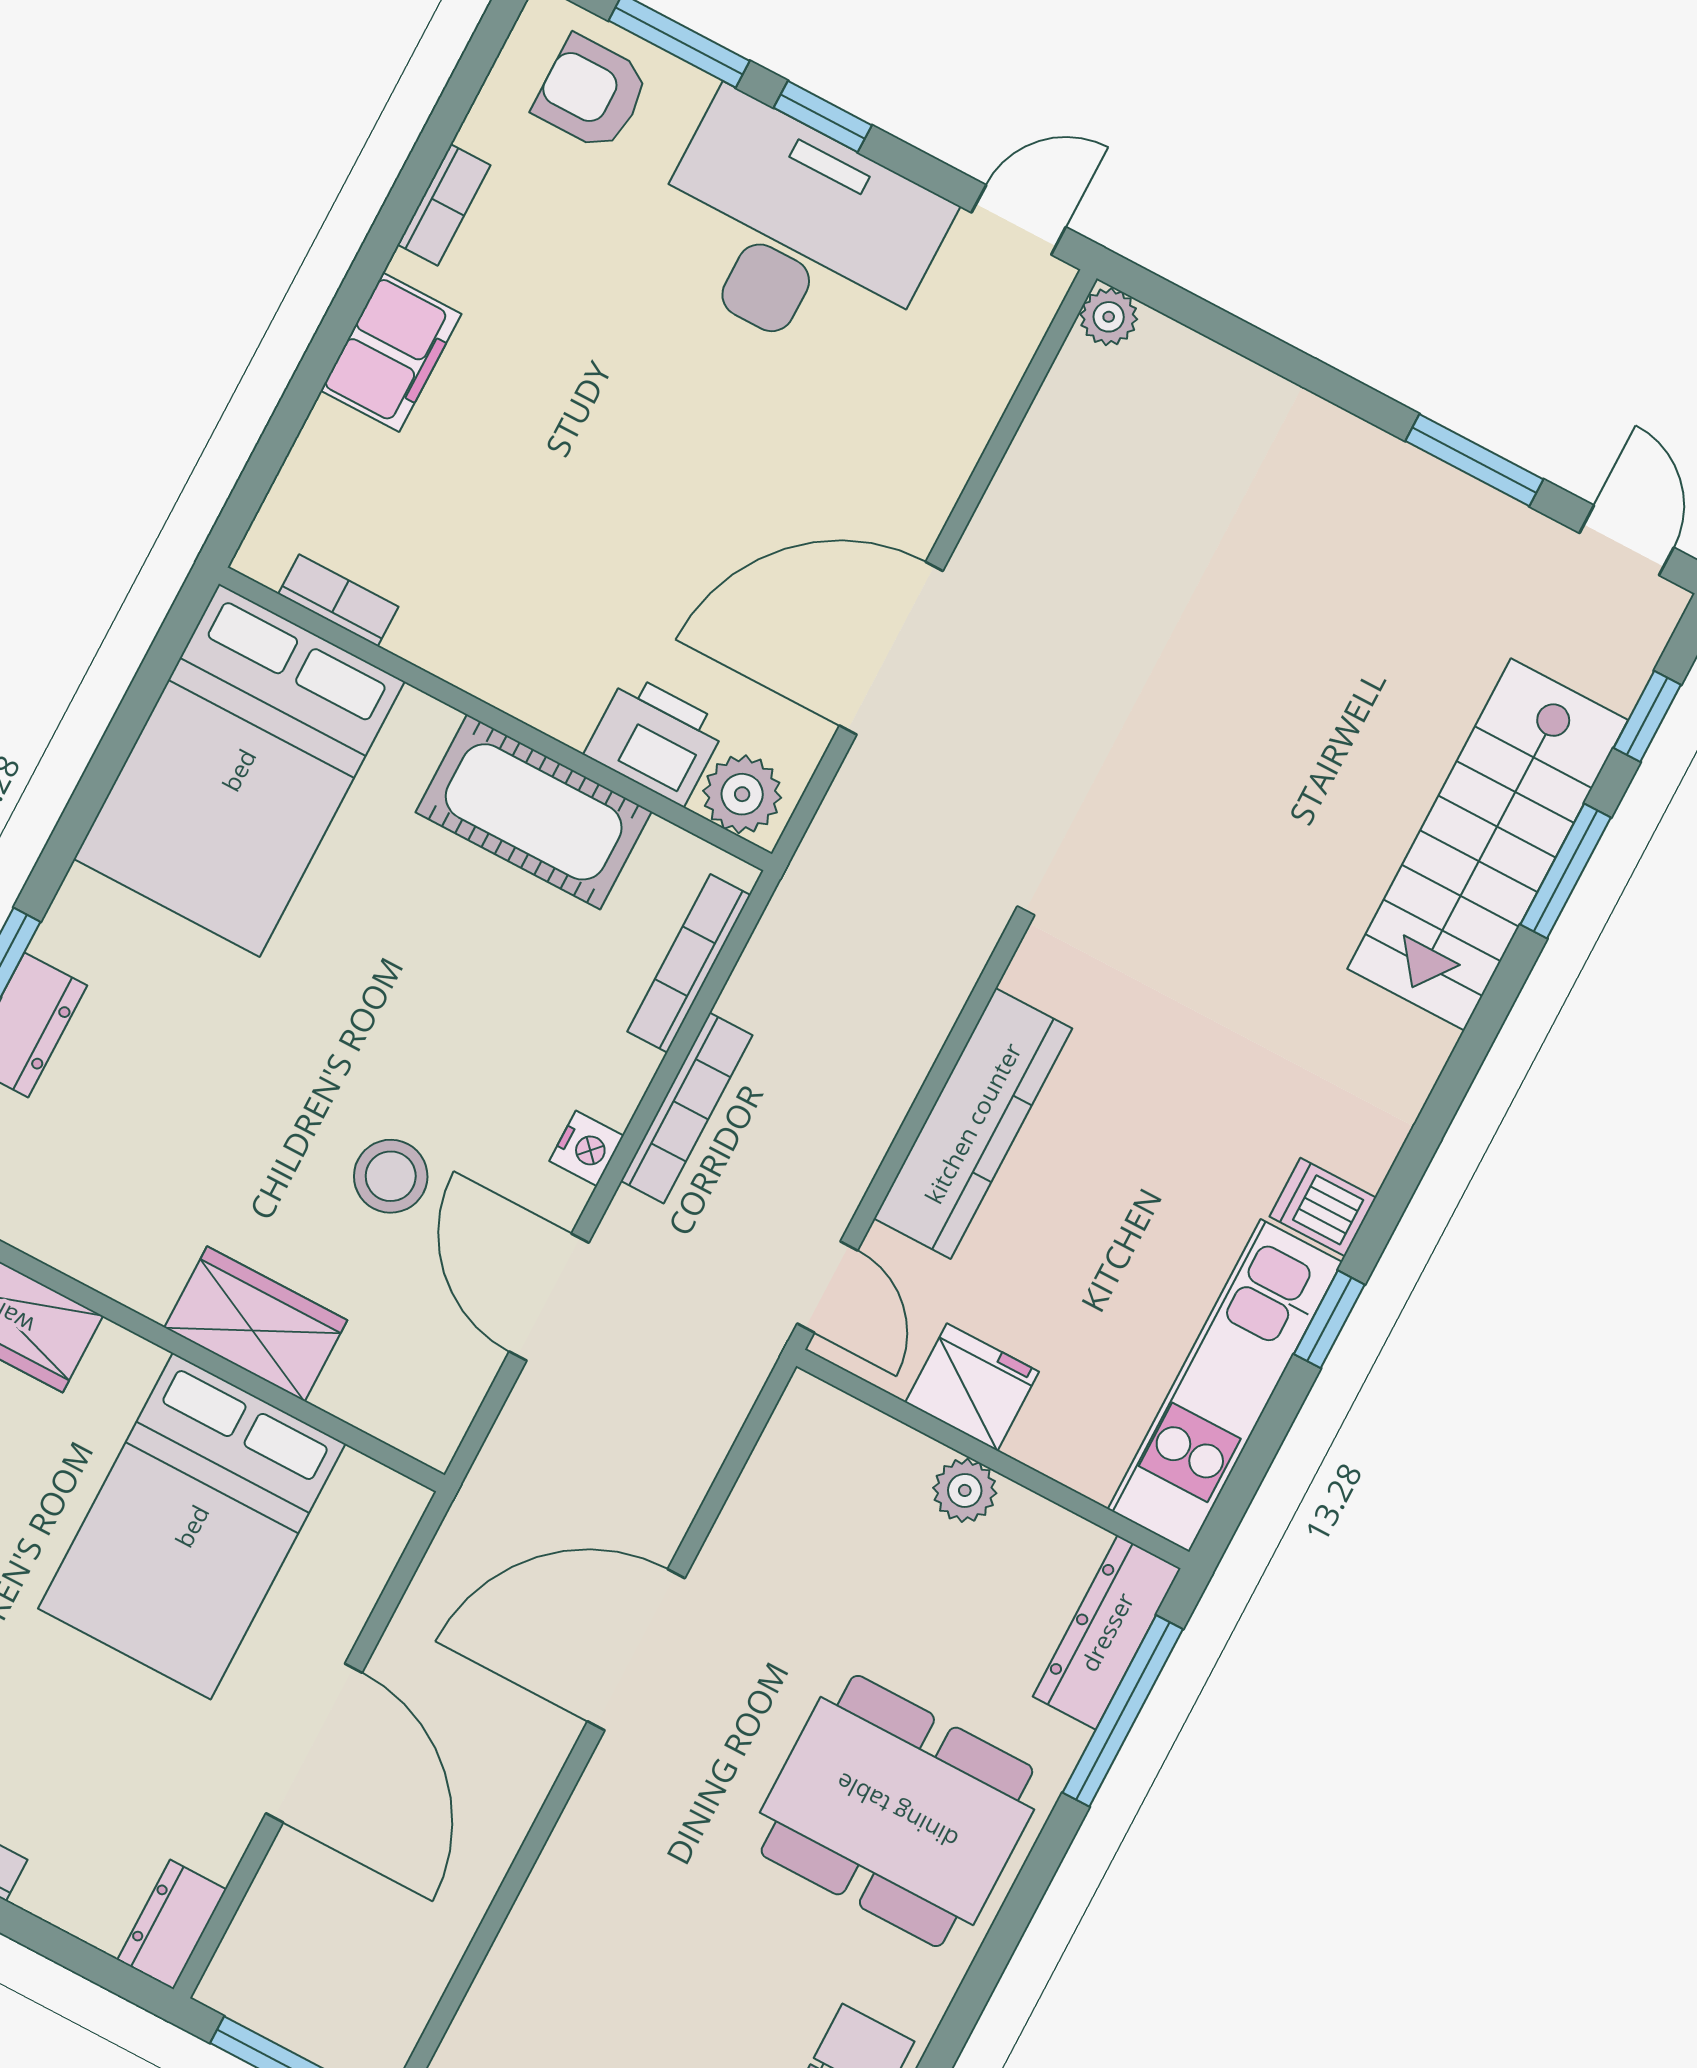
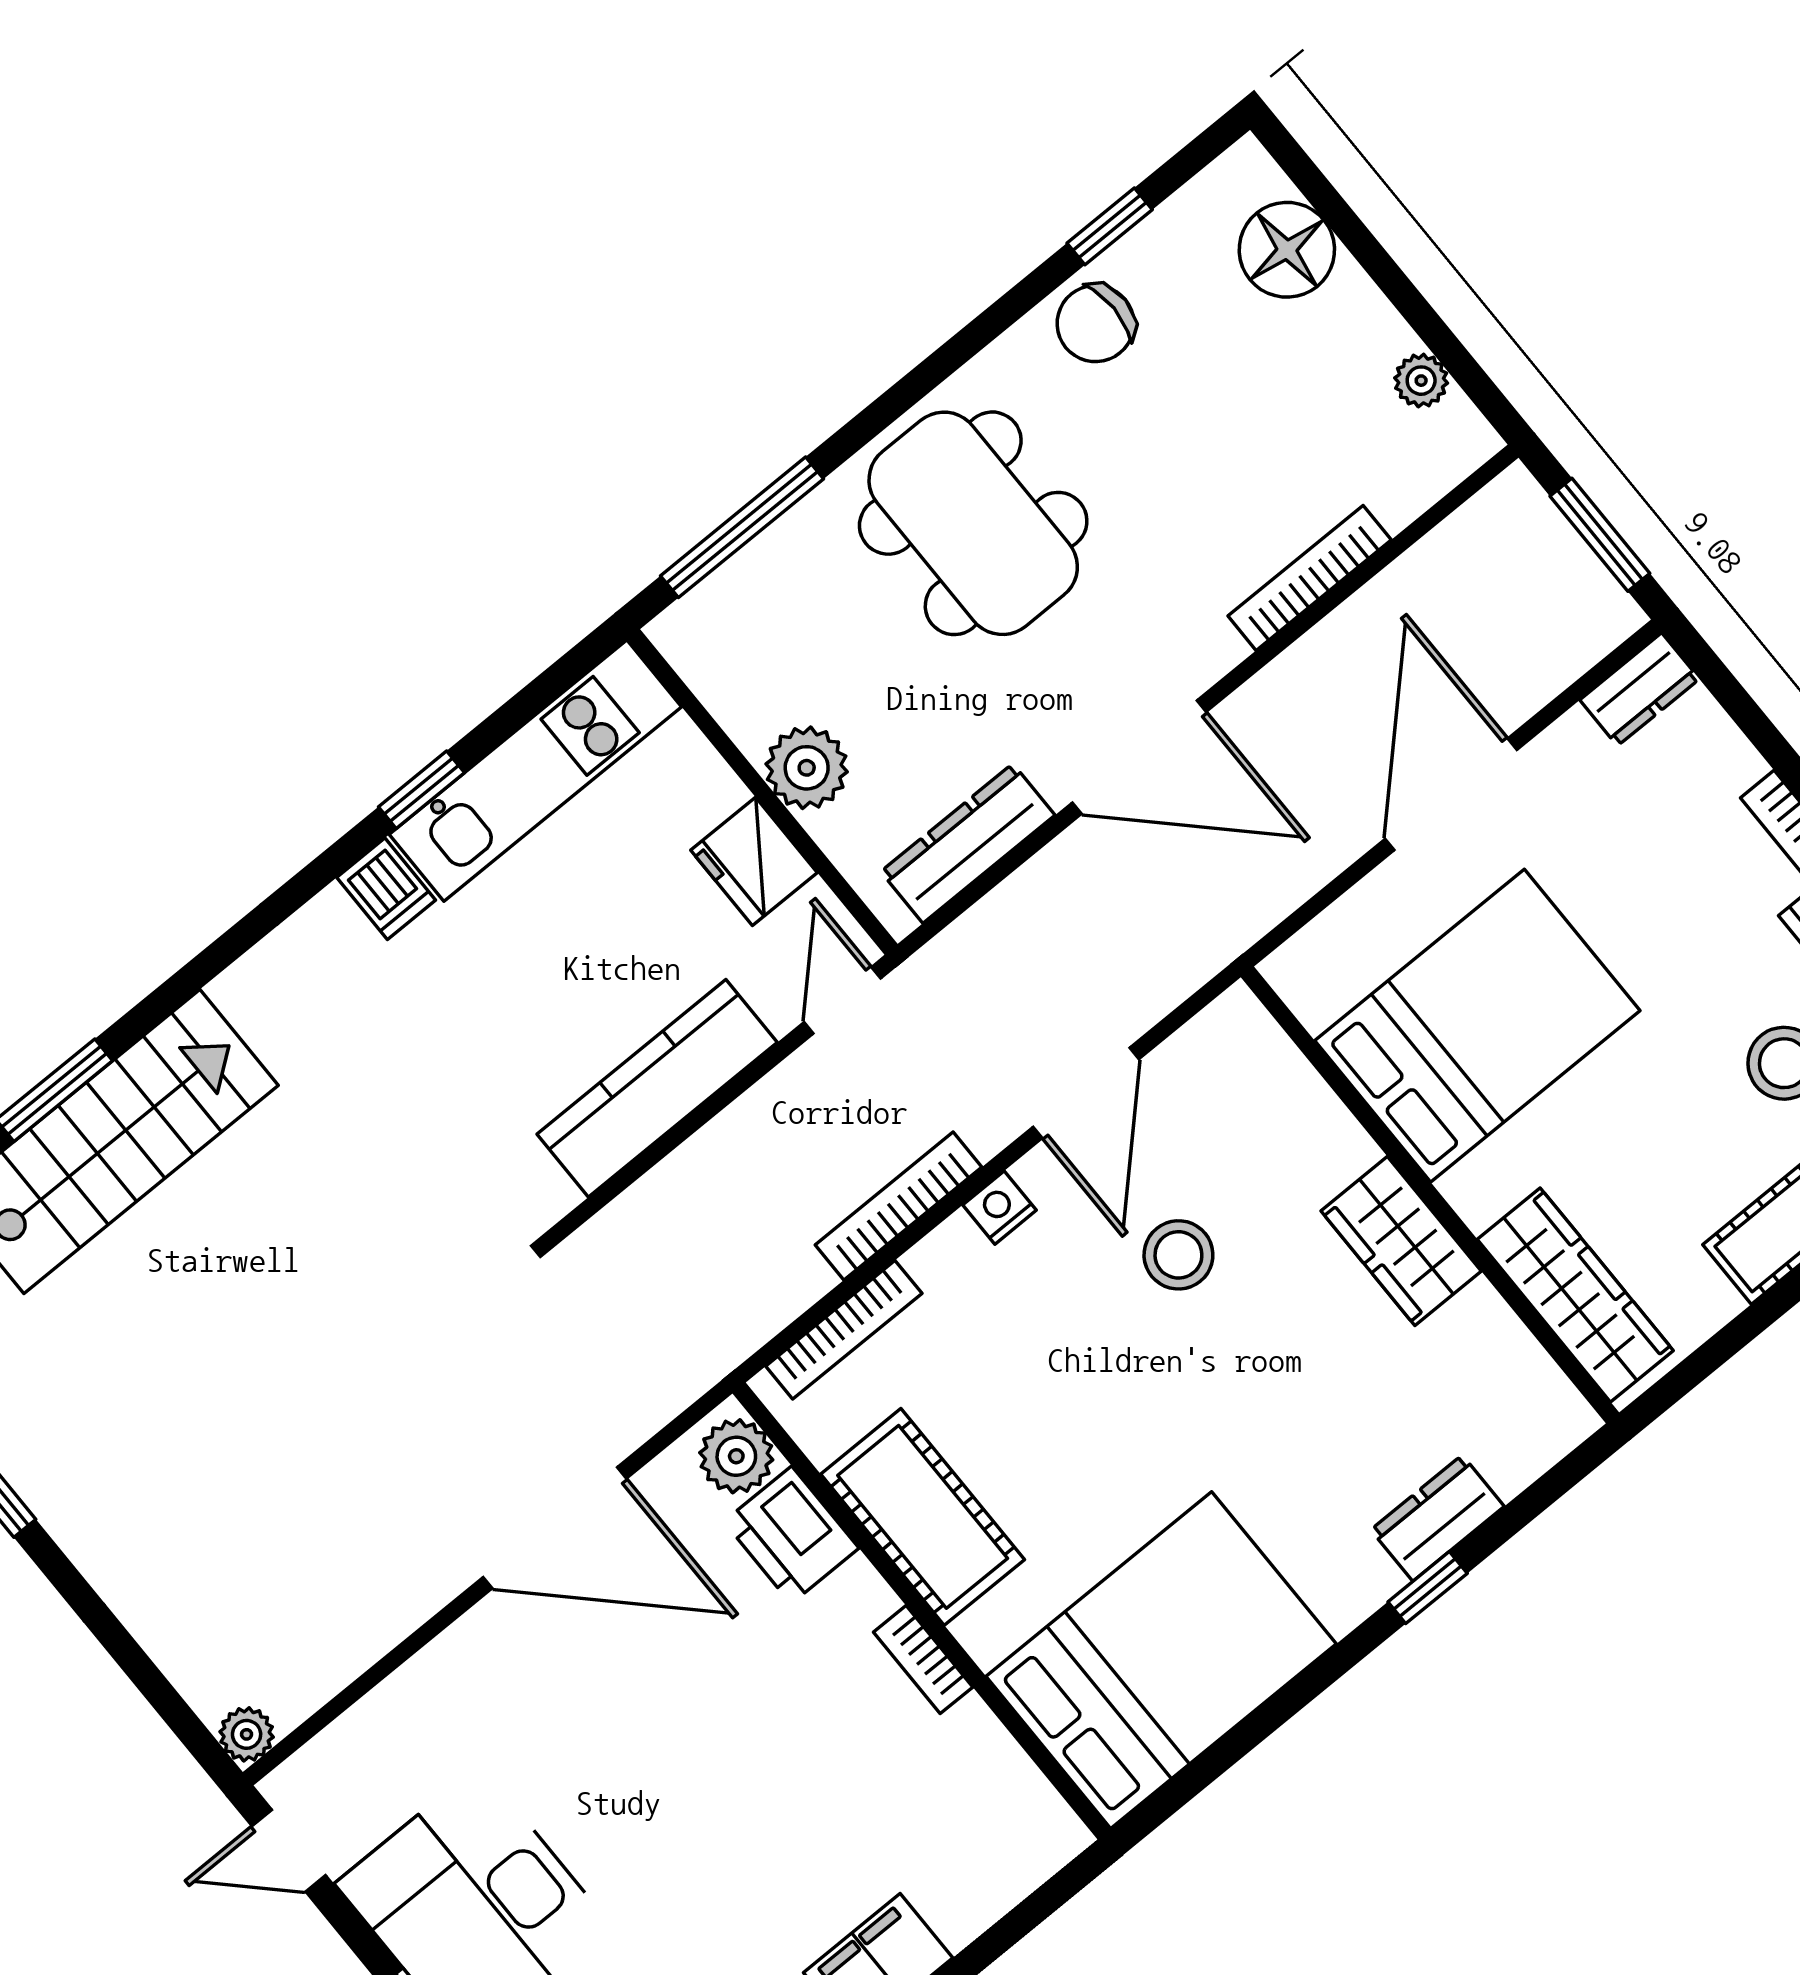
bookcase: (338, 600) -> (923, 1660), moved
wardrobe: (256, 1324) -> (1401, 1241), moved
plant: (965, 1490) -> (807, 768), width x1.38, depth x1.38
dresser: (1107, 1632) -> (968, 843), moved, turned 180
bookcase: (543, 1897) -> (1310, 578), added

